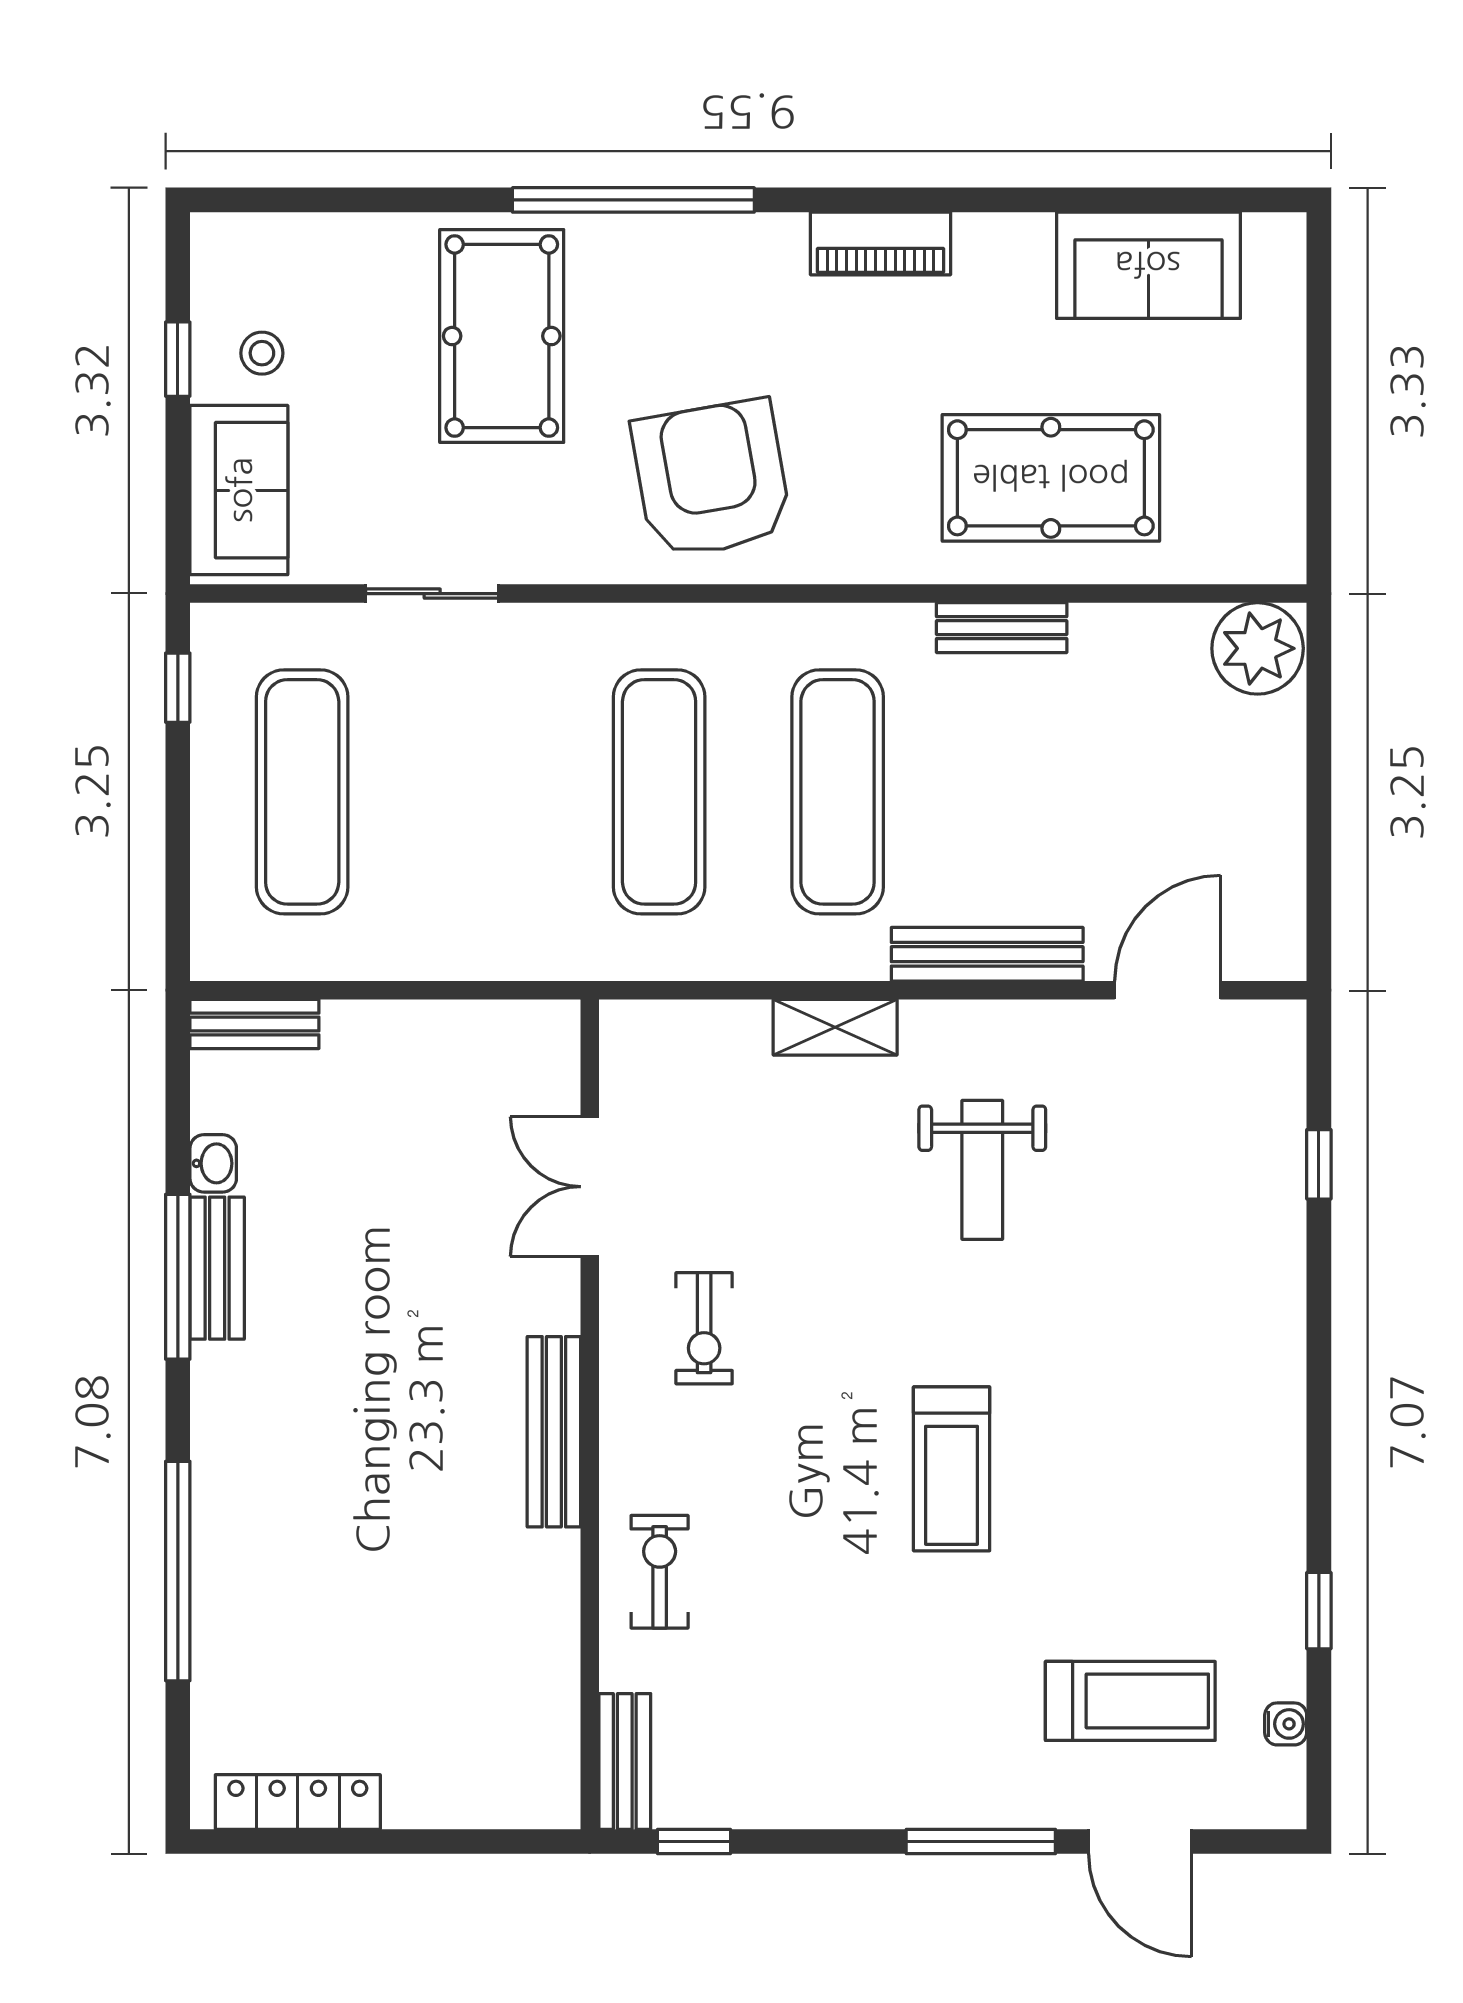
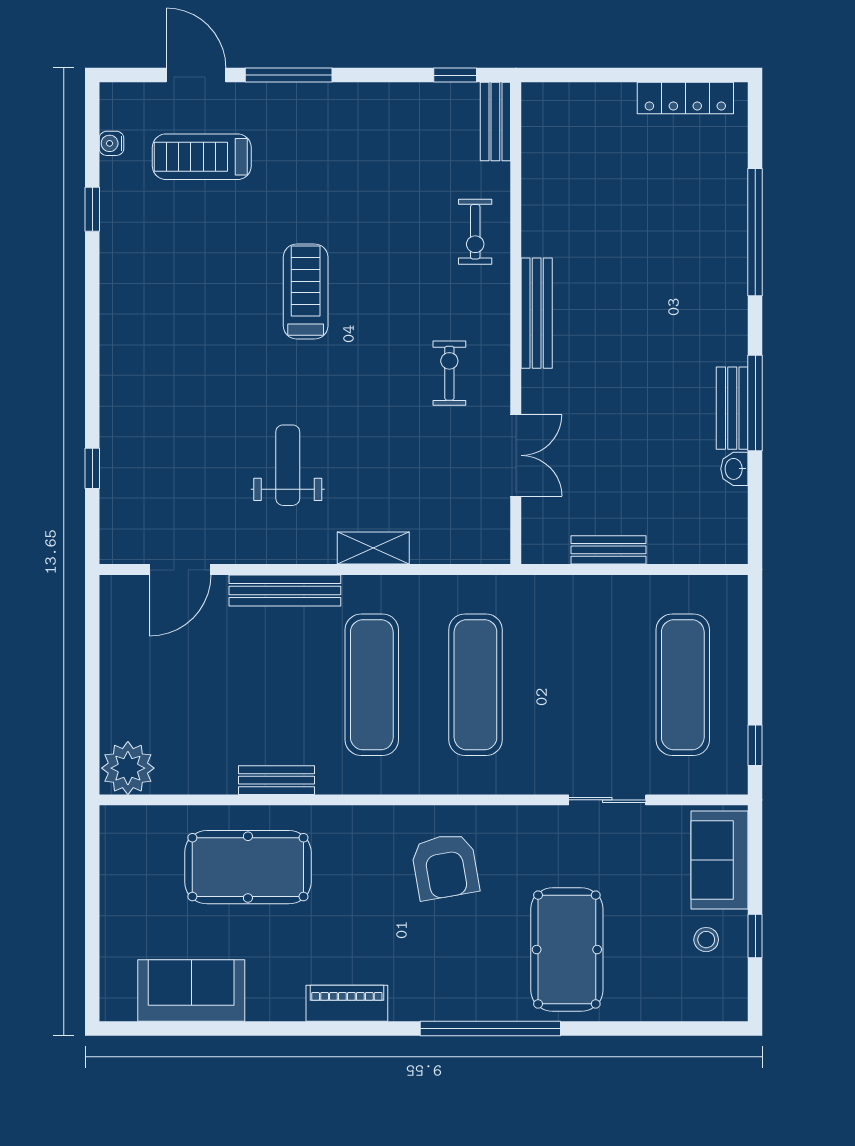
armchair: (712, 479) -> (445, 867), width x0.73, depth x0.73
bench: (254, 1024) -> (609, 550), moved

